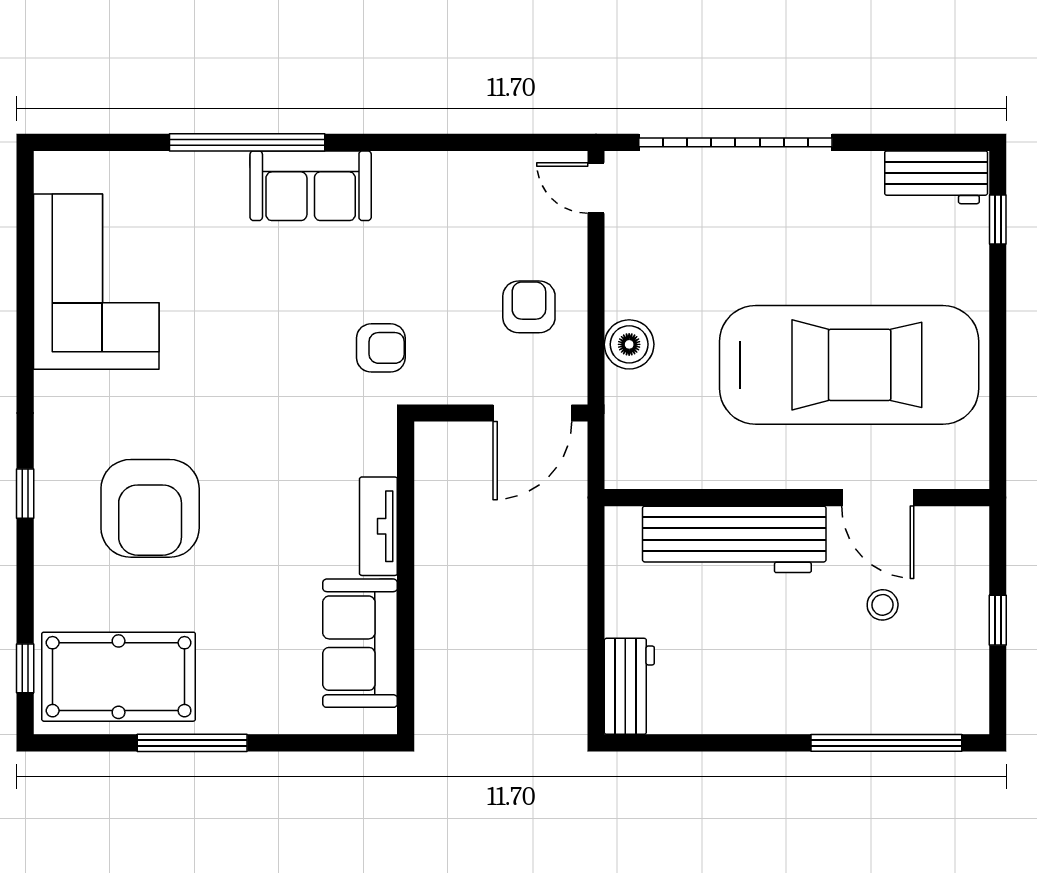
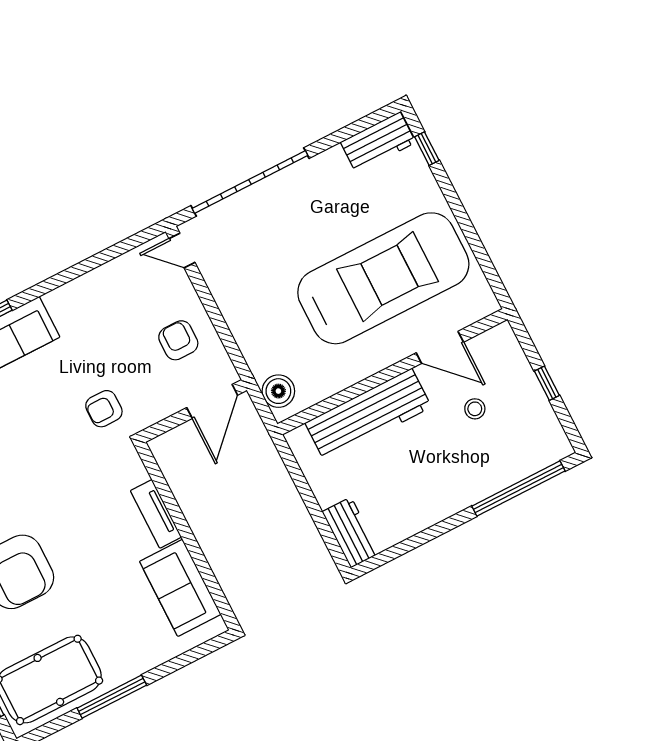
boiler: (629, 344) -> (278, 391), moved
armchair: (381, 348) -> (104, 409), turned 180

